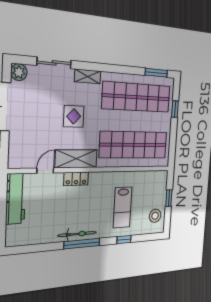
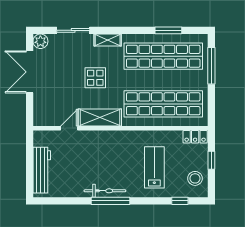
window: (156, 73) -> (168, 30), moved
window: (175, 109) -> (211, 66), width x2.17
locker: (76, 179) -> (195, 137), moved
workbench: (16, 199) -> (42, 170), moved
lab bench: (123, 207) -> (154, 167), turned 180
window: (124, 240) -> (180, 201), moved

